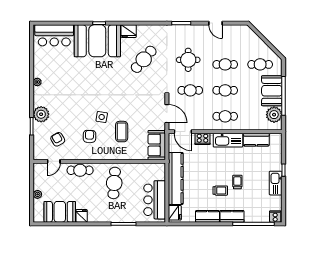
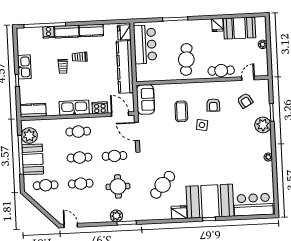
door: (216, 23) -> (71, 226), moved
plant: (191, 31) -> (116, 216), added
kitchen counter: (256, 140) -> (33, 110), moved
cooker: (275, 217) -> (48, 32), moved

